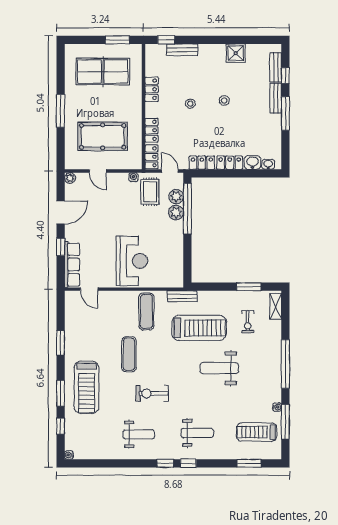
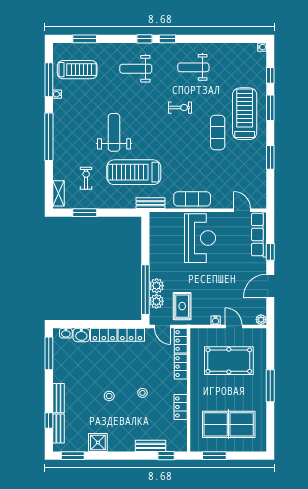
window: (261, 40) -> (73, 456), added
window: (285, 113) -> (49, 353), moved
water cooler: (133, 177) -> (216, 320), moved
reception desk: (132, 261) -> (200, 238), turned 180
exercise mat: (146, 311) -> (192, 199), moved, turned 90
exercise mat: (129, 354) -> (218, 132), moved
weight bench: (219, 368) -> (114, 132), turned -90
exercise bike: (152, 394) -> (180, 108), width x0.73, depth x0.72

